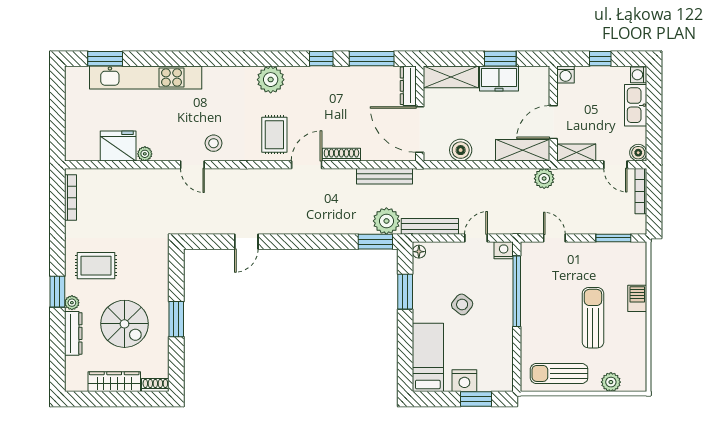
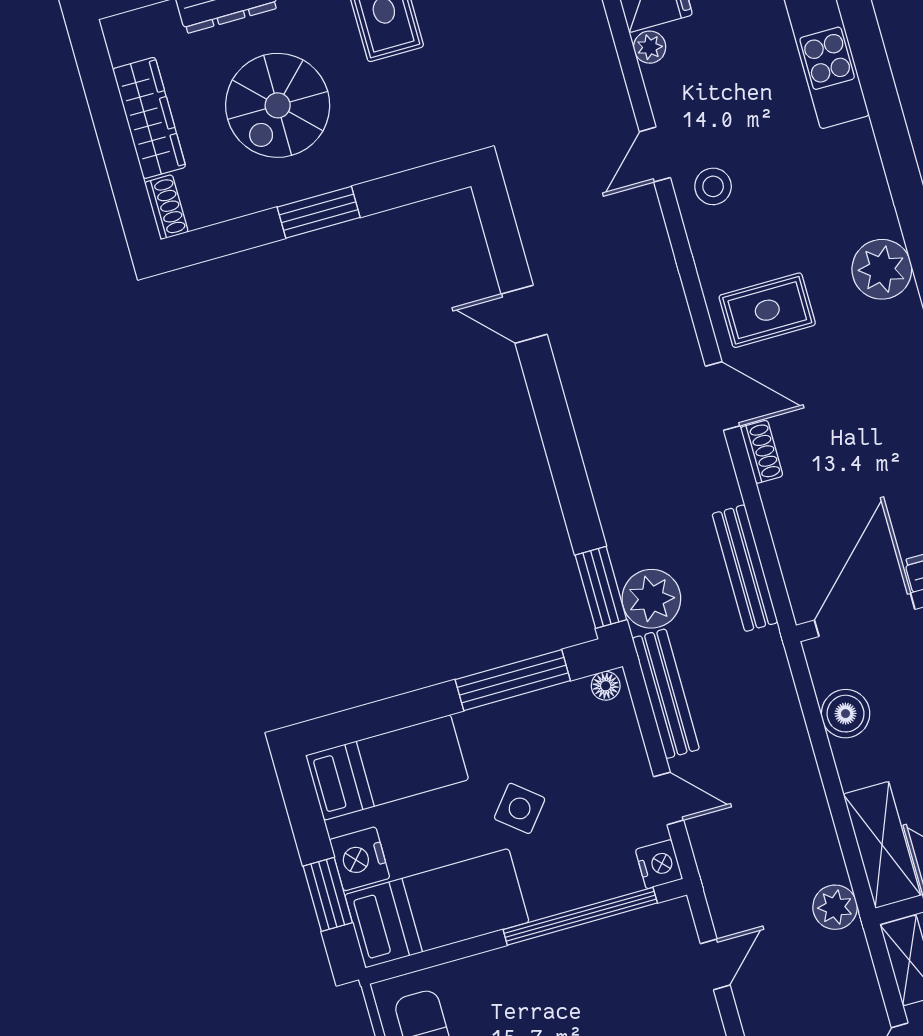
shoe rack: (341, 155) -> (762, 452), width x0.70
window: (405, 292) -> (513, 680), width x1.44
bed: (496, 353) -> (437, 908), added

